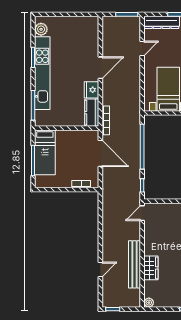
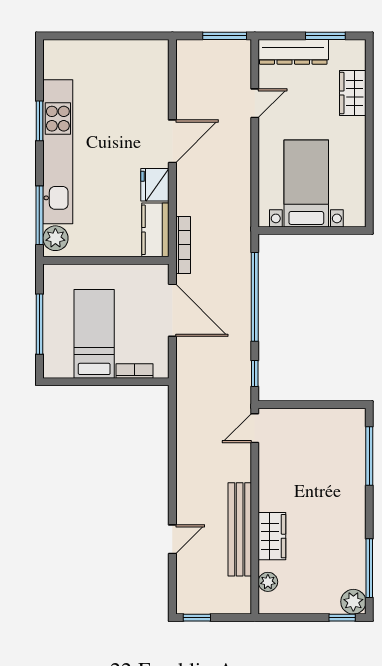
plant: (41, 29) -> (55, 238), moved
bed: (45, 152) -> (94, 334), moved, turned 180
plant: (149, 303) -> (268, 582), moved

